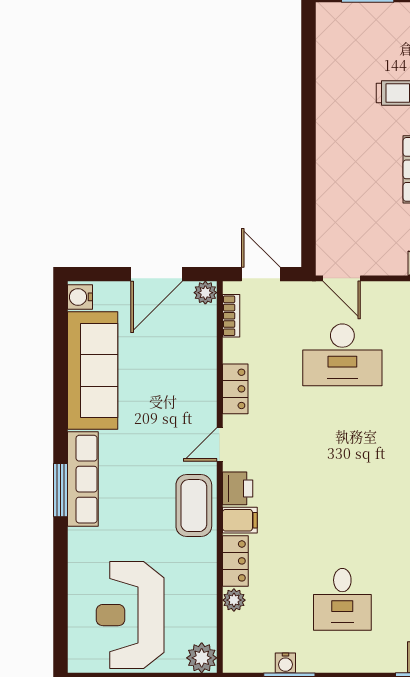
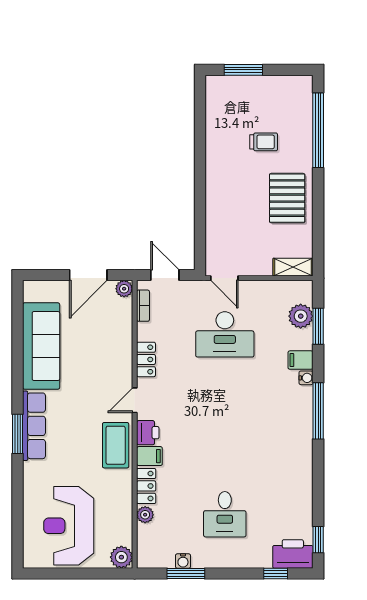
water cooler: (80, 297) -> (32, 292), removed

